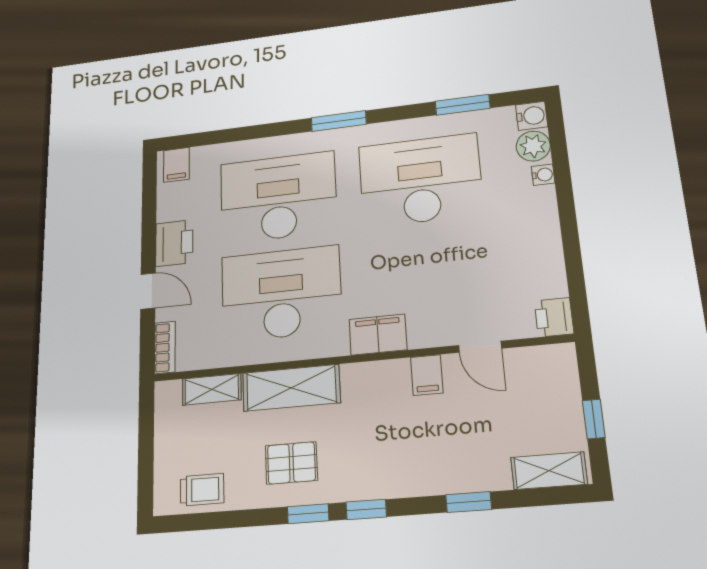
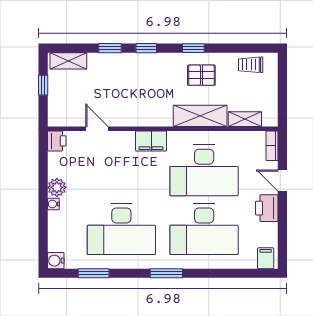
plant: (533, 146) -> (57, 187), moved
water cooler: (543, 175) -> (53, 204), moved
filing cabinet: (427, 375) -> (126, 116), removed
window: (366, 509) -> (146, 48), moved

